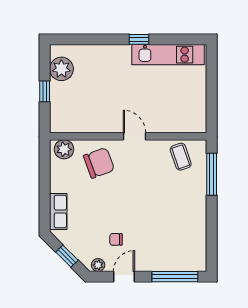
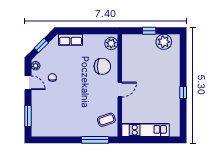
kitchen unit: (168, 55) -> (146, 130), moved, turned 90
chair: (99, 163) -> (102, 66), turned -70
window: (175, 277) -> (28, 116), width x0.69

